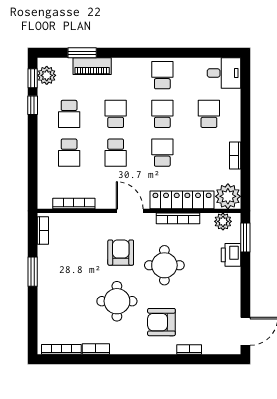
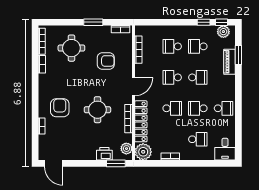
school desk: (162, 114) -> (198, 108), turned 180
armchair: (121, 253) -> (106, 61), moved
round table: (117, 301) -> (71, 48), moved

